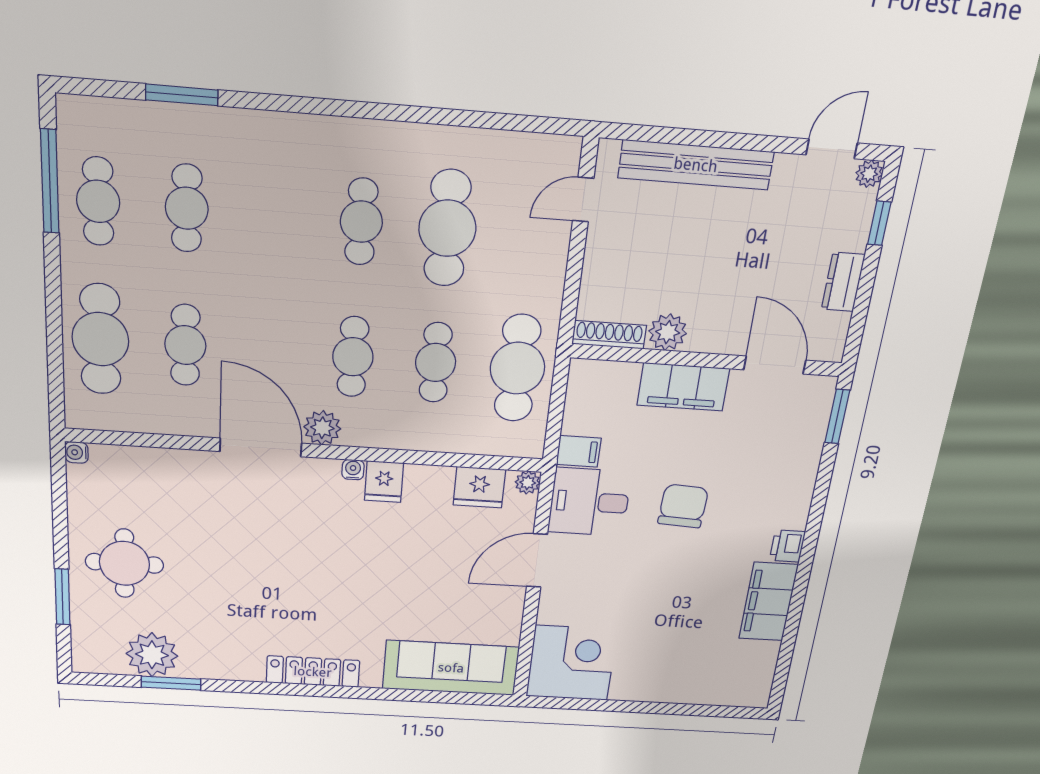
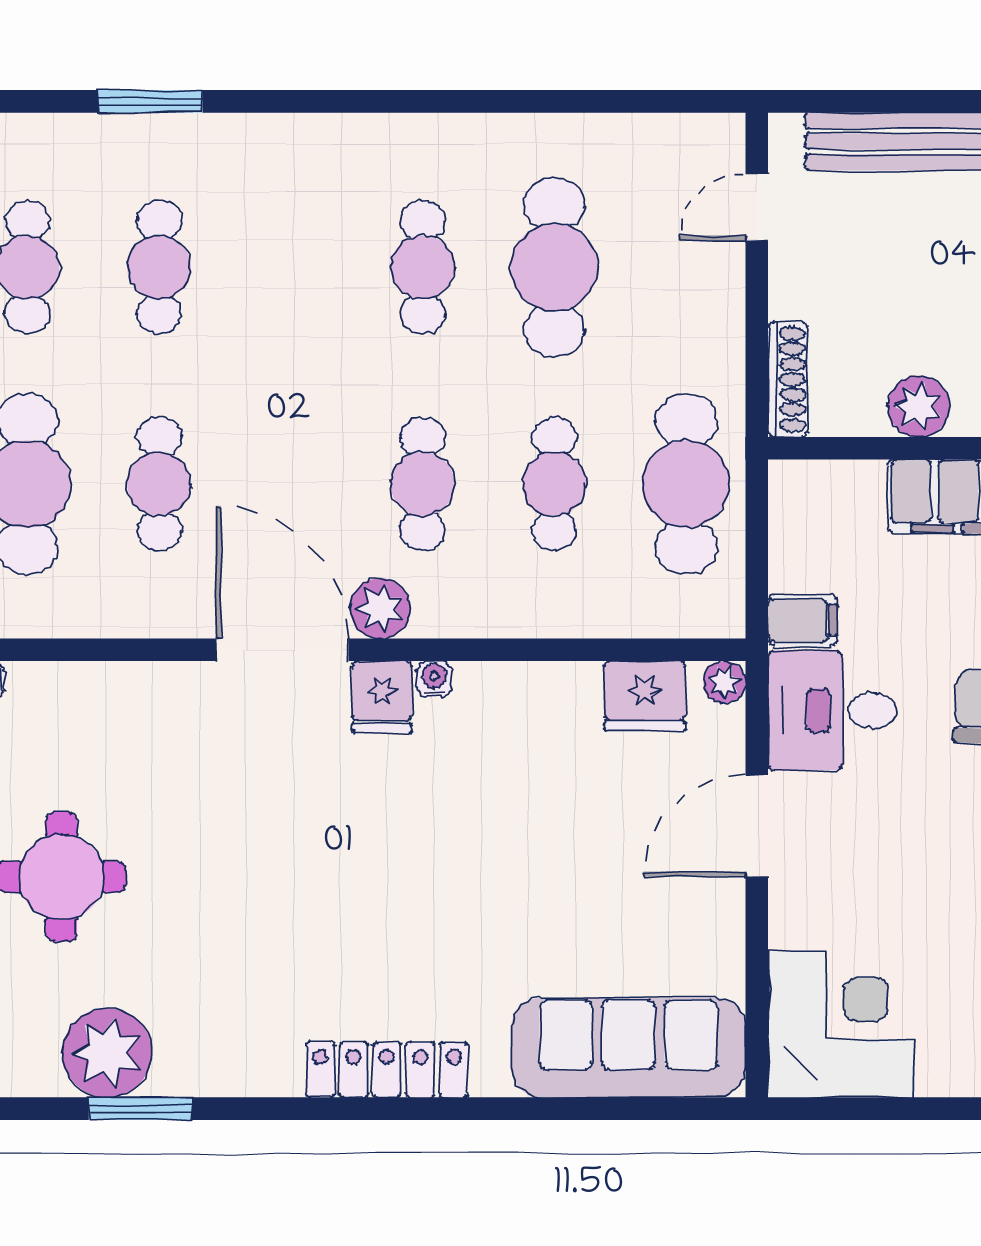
shoe rack: (609, 335) -> (788, 379), moved, turned 90
fridge: (384, 482) -> (382, 697), moved

